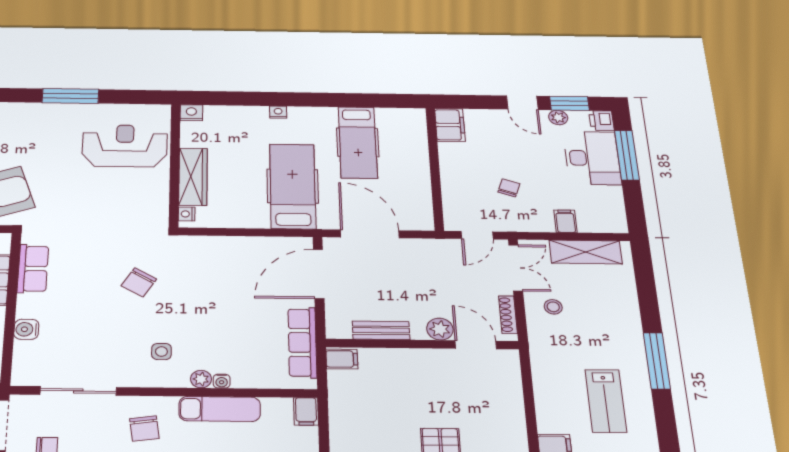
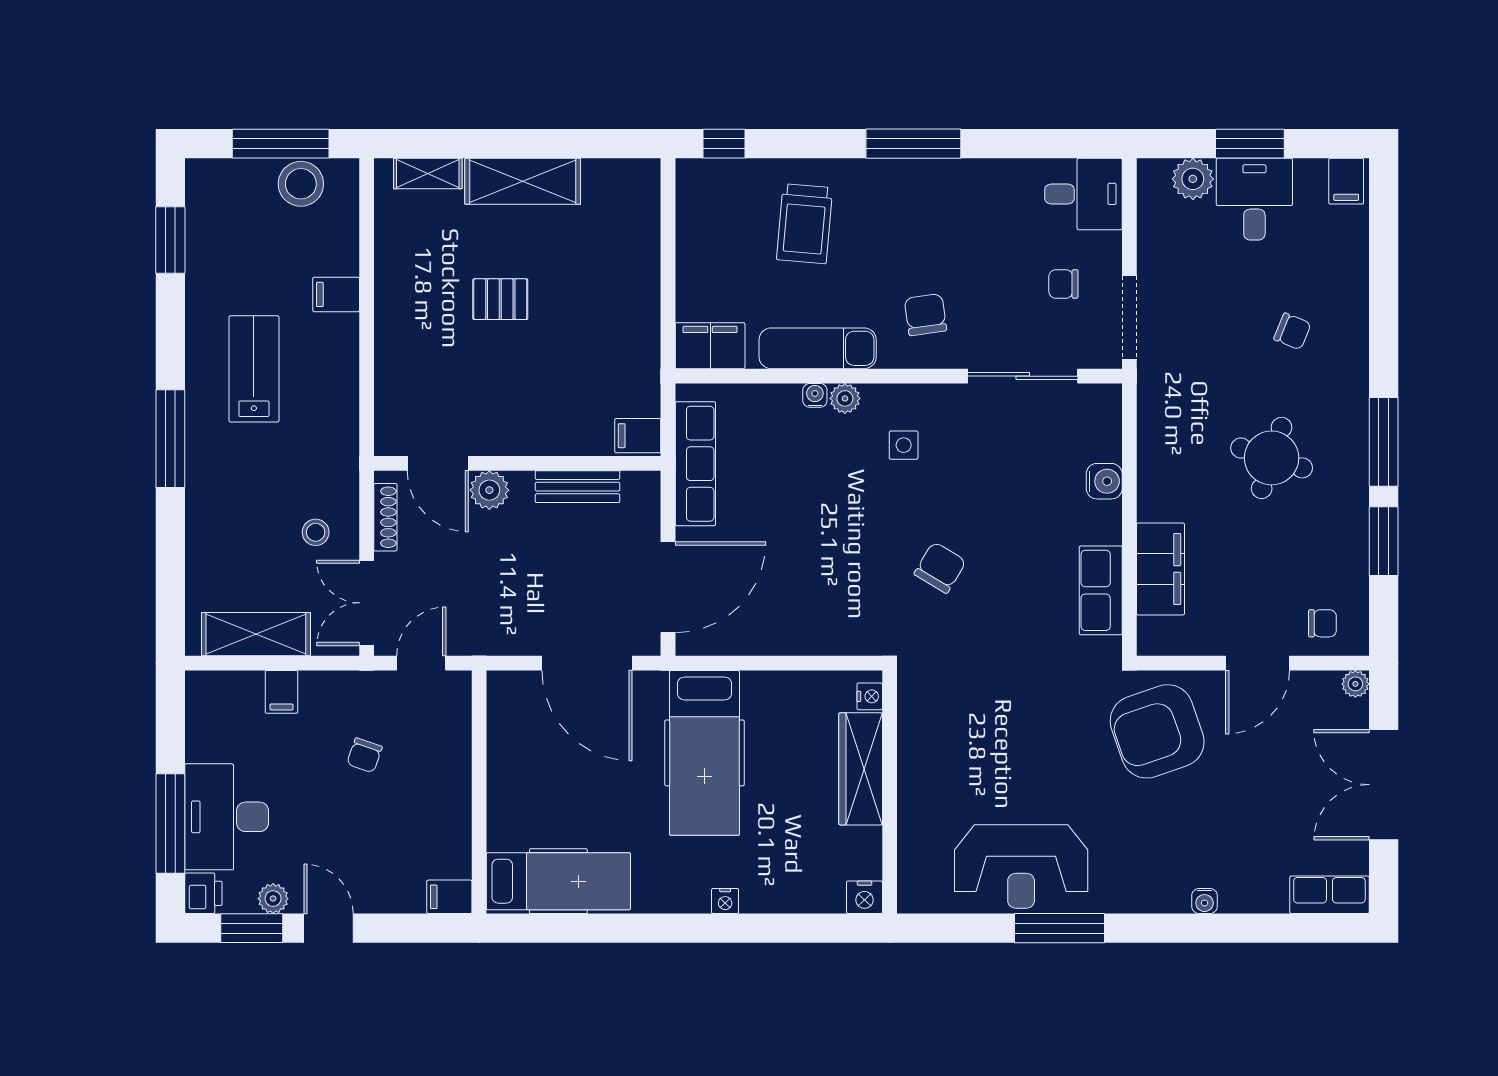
filing cabinet: (450, 125) -> (449, 897), width x0.50
hospital bed: (358, 142) -> (558, 881), moved, turned 90
reception desk: (125, 146) -> (1021, 866), moved
filing cabinet: (306, 411) -> (710, 346), width x2.00

